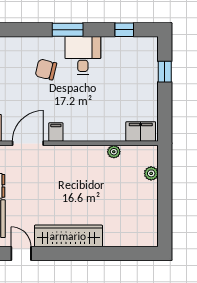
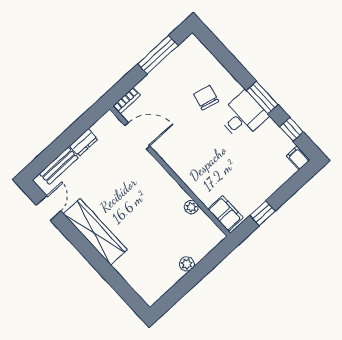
window: (68, 30) -> (262, 98), moved
window: (165, 72) -> (263, 213), moved
filing cabinet: (56, 132) -> (298, 158), moved, turned -90
plant: (151, 173) -> (187, 264), moved

